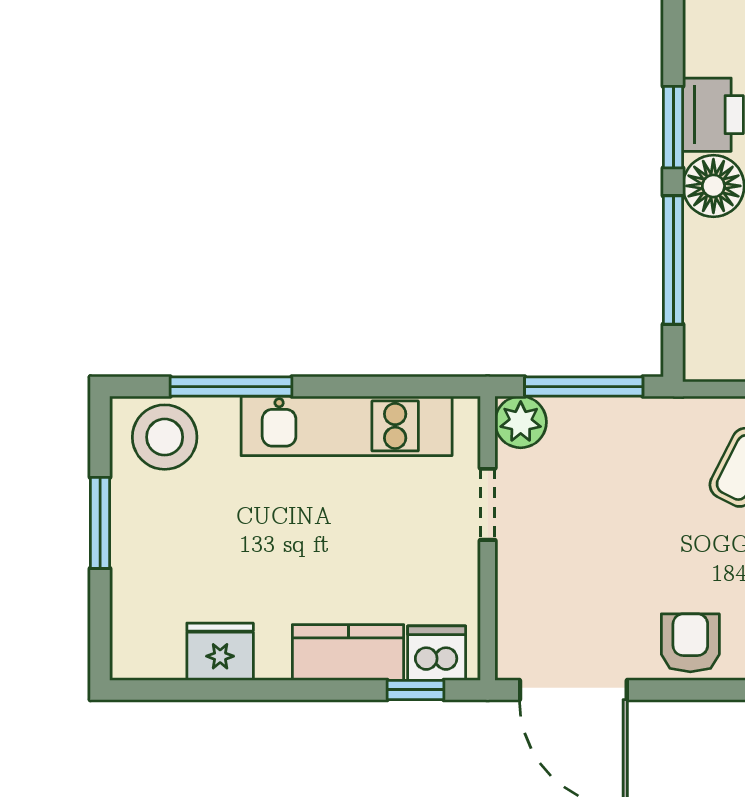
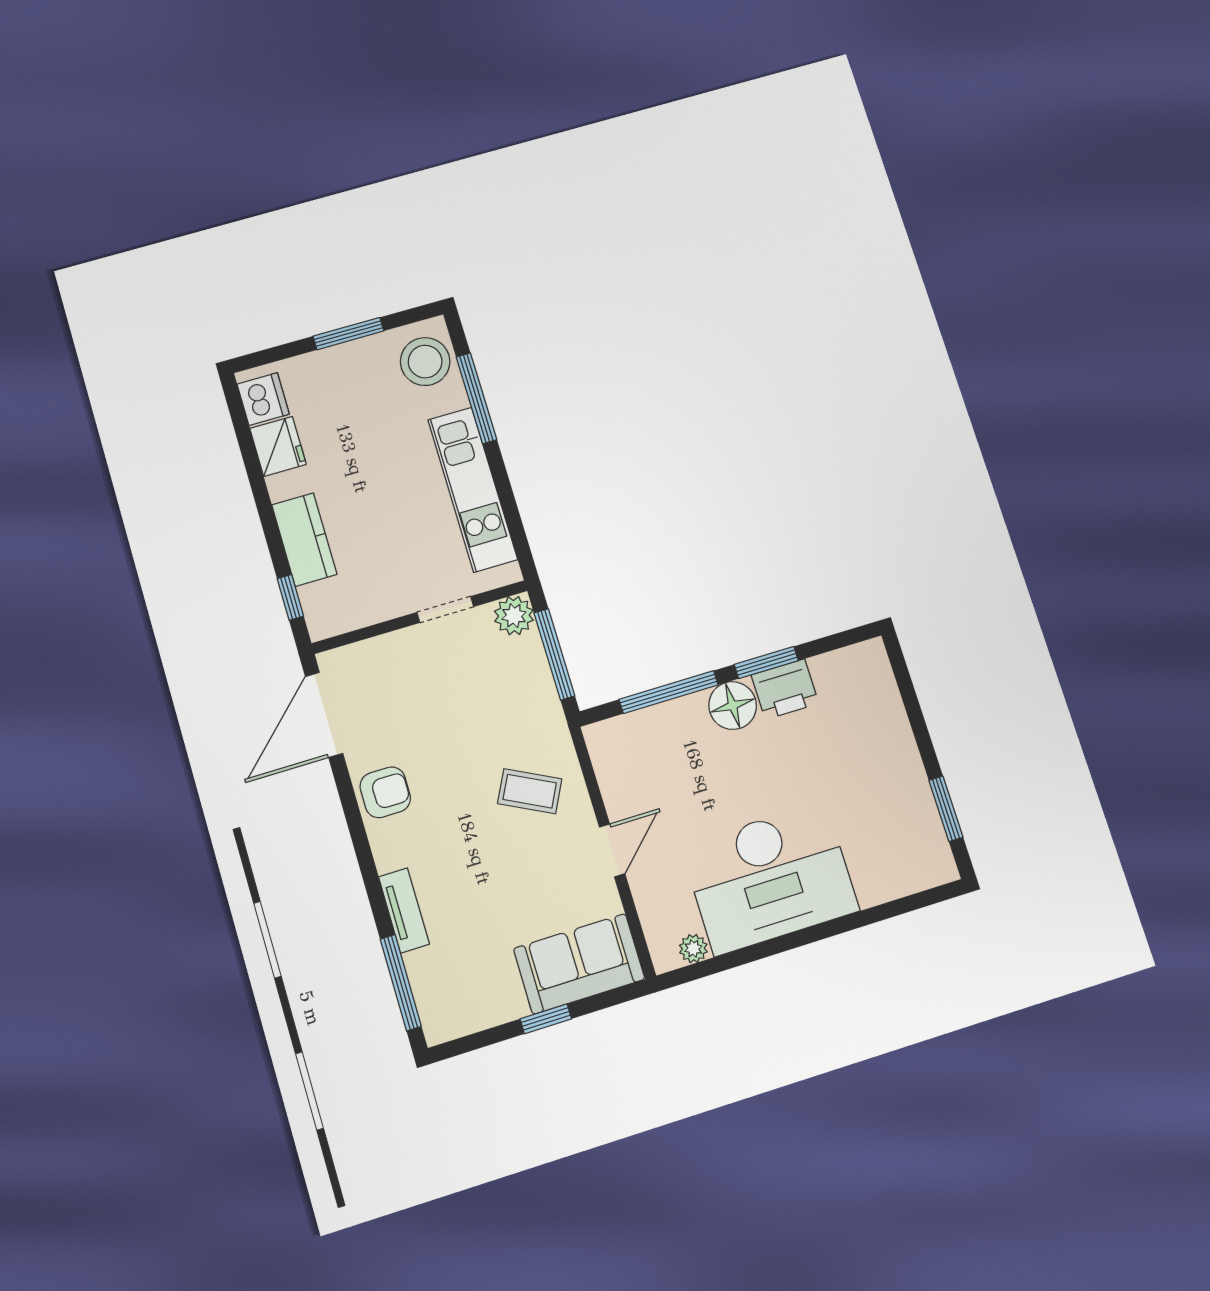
dishwasher: (437, 653) -> (263, 399), moved

